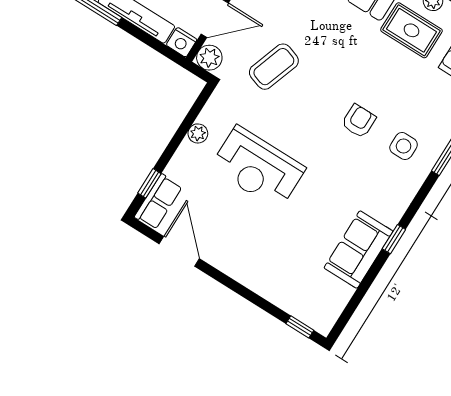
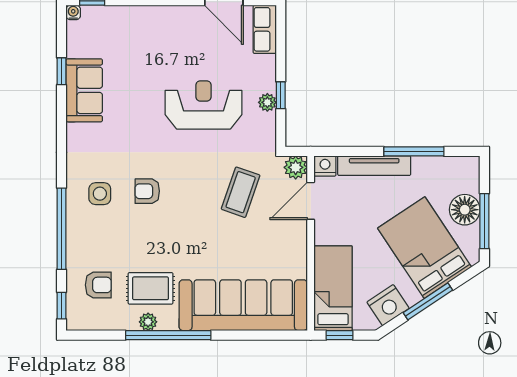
armchair: (359, 121) -> (147, 191), turned 90
window: (149, 183) -> (281, 95), moved
window: (394, 239) -> (62, 71), moved
water cooler: (324, 327) -> (73, 12), added

